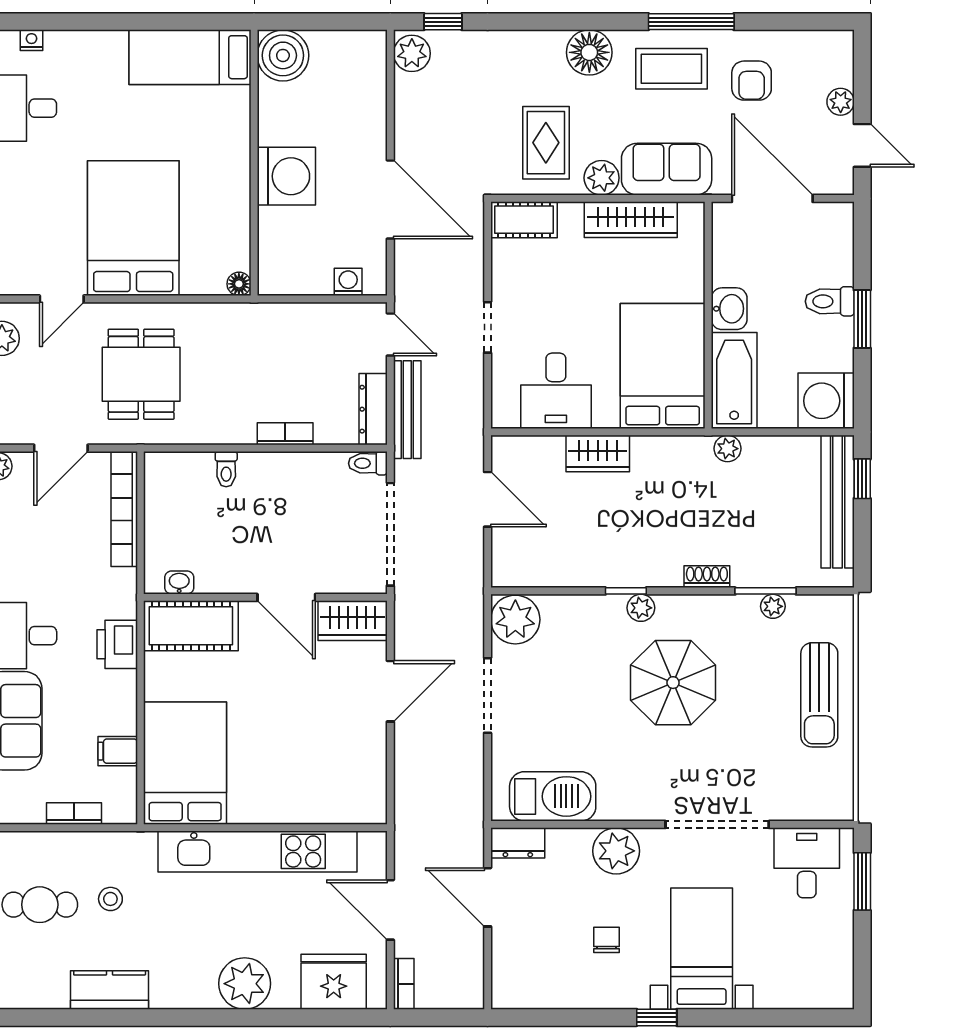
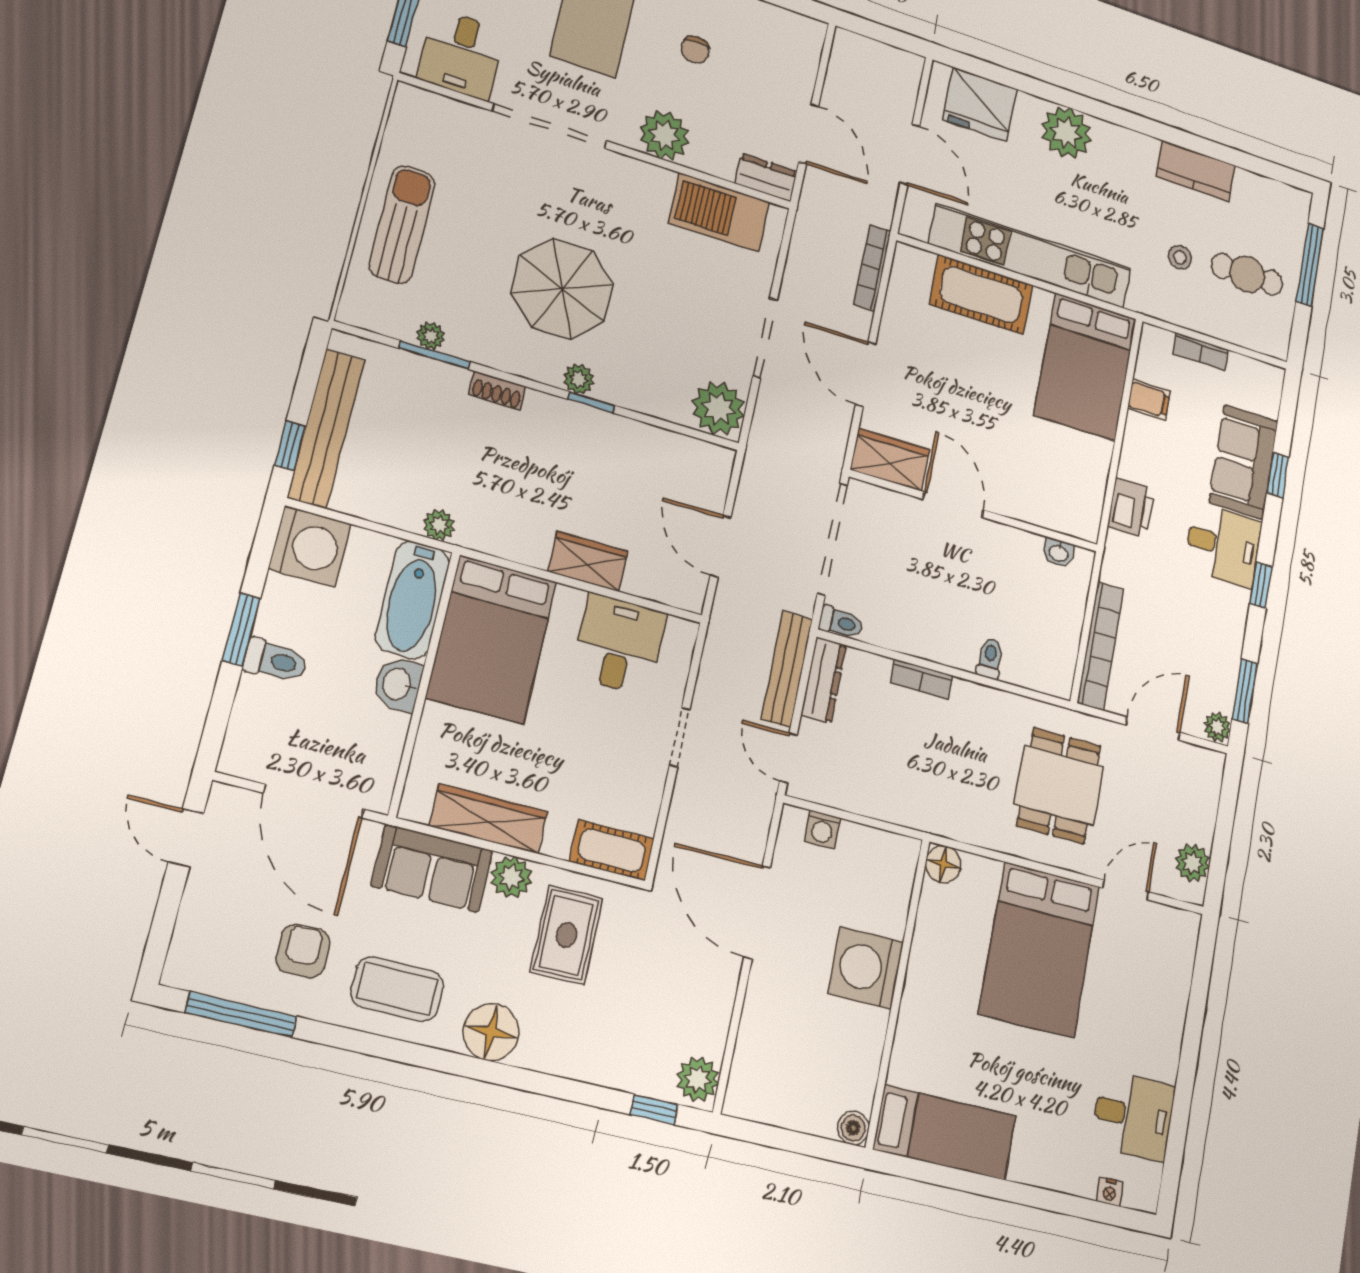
window: (691, 22) -> (241, 1015), moved
boiler: (283, 55) -> (853, 1128), width x0.54, depth x0.54
plant: (841, 102) -> (199, 898), removed
floor lamp: (239, 284) -> (943, 864), width x1.37, depth x1.37
cot: (191, 626) -> (981, 295), moved
door: (390, 691) -> (866, 374), hinge flipped
bookcase: (404, 984) -> (872, 268), moved, width x1.56

